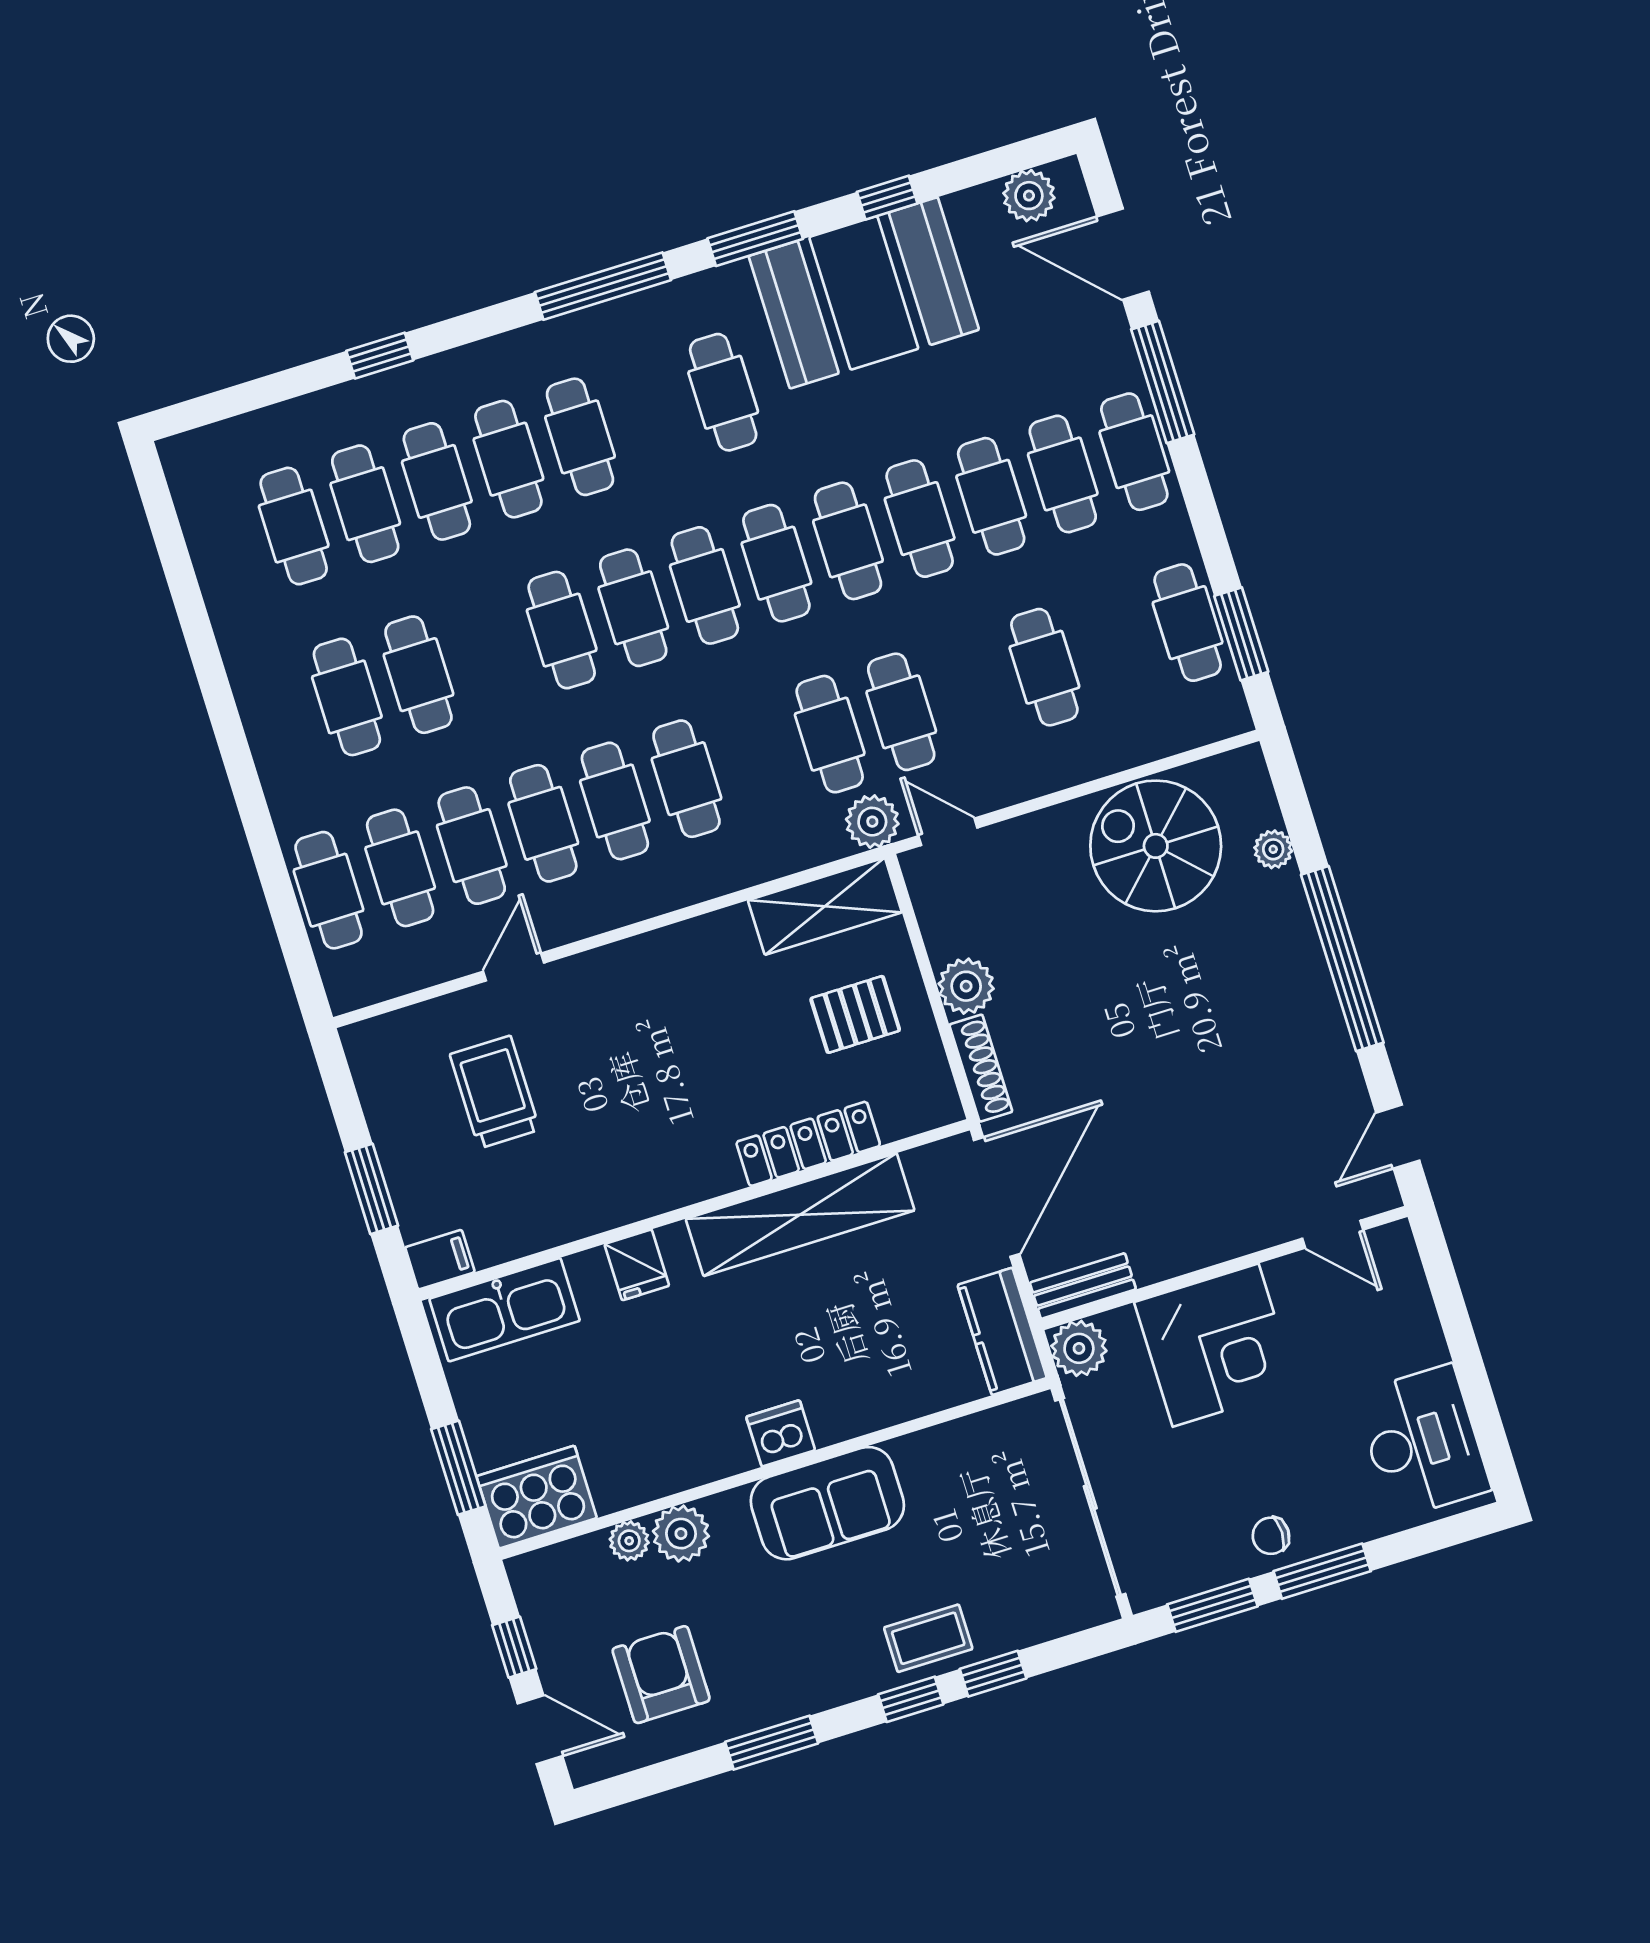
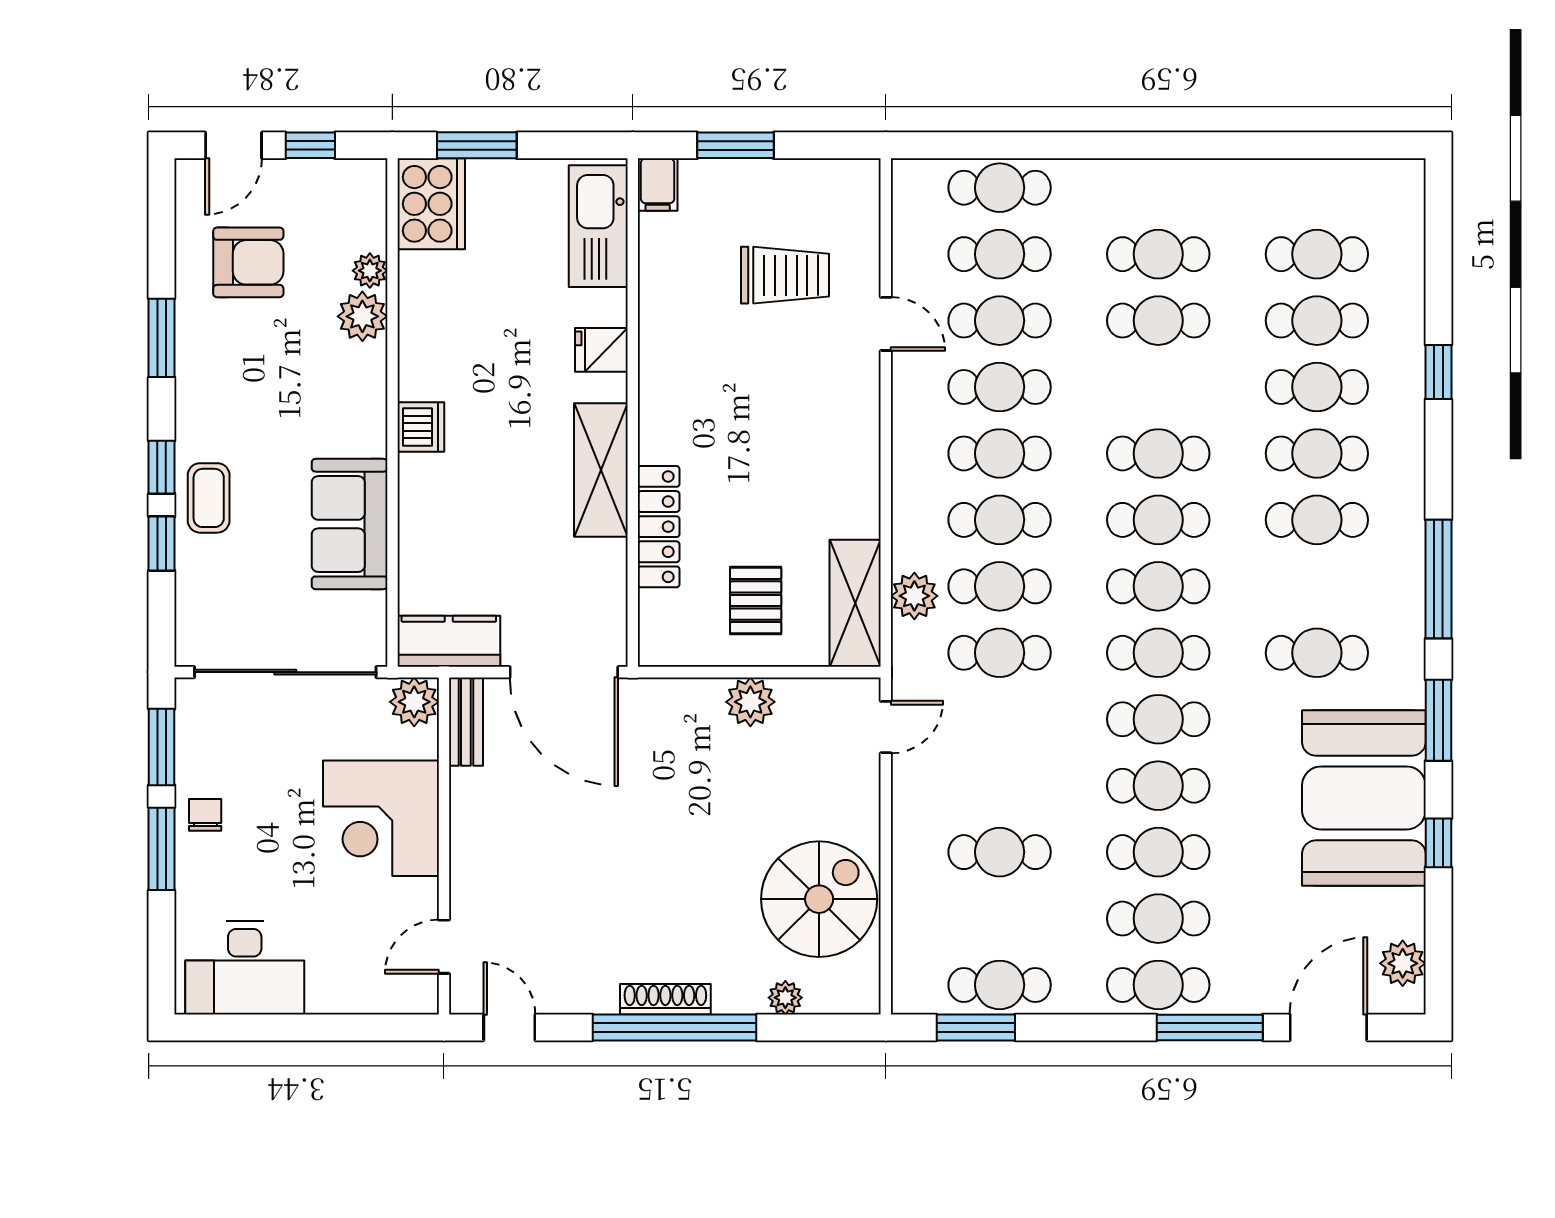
cafe table: (901, 712) -> (1000, 586), moved
plant: (872, 822) -> (914, 596), moved
shoe rack: (981, 1068) -> (665, 999), moved, turned 180
shelving: (800, 1215) -> (601, 470), width x0.68
sofa: (827, 1503) -> (350, 524), moved

